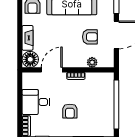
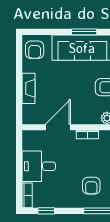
floor lamp: (30, 59) -> (32, 114), removed
armchair: (70, 111) -> (91, 186), moved

